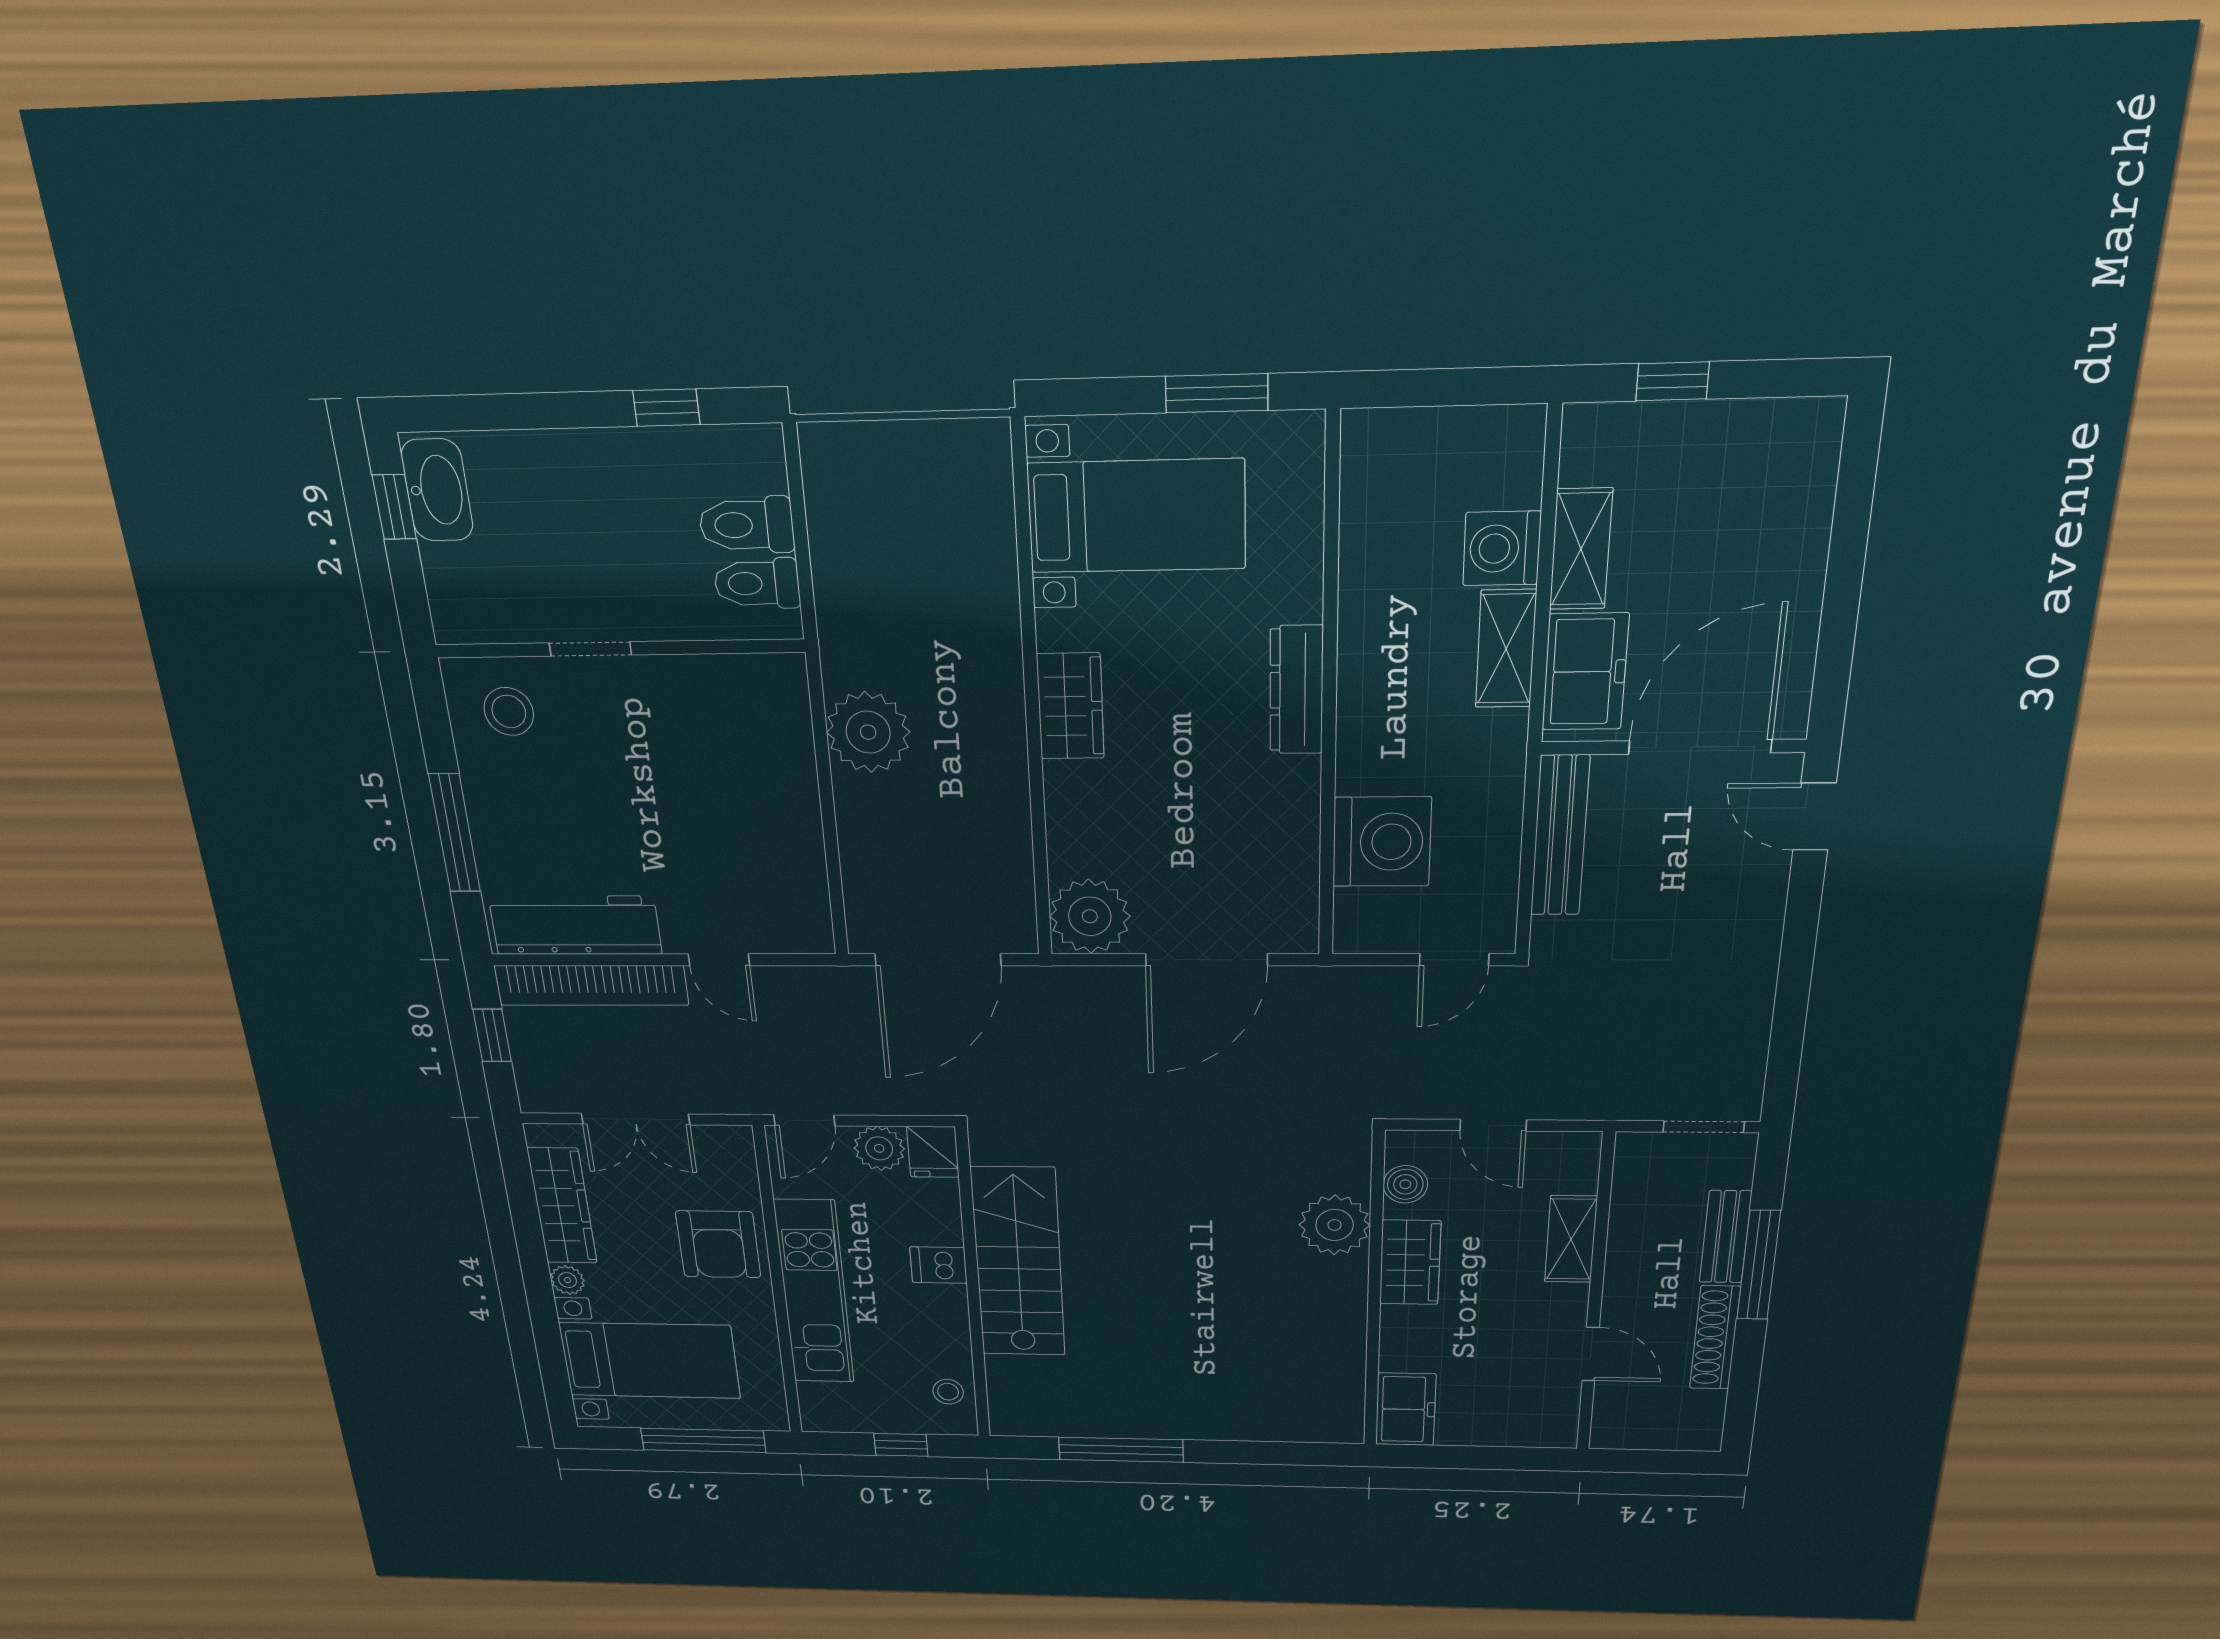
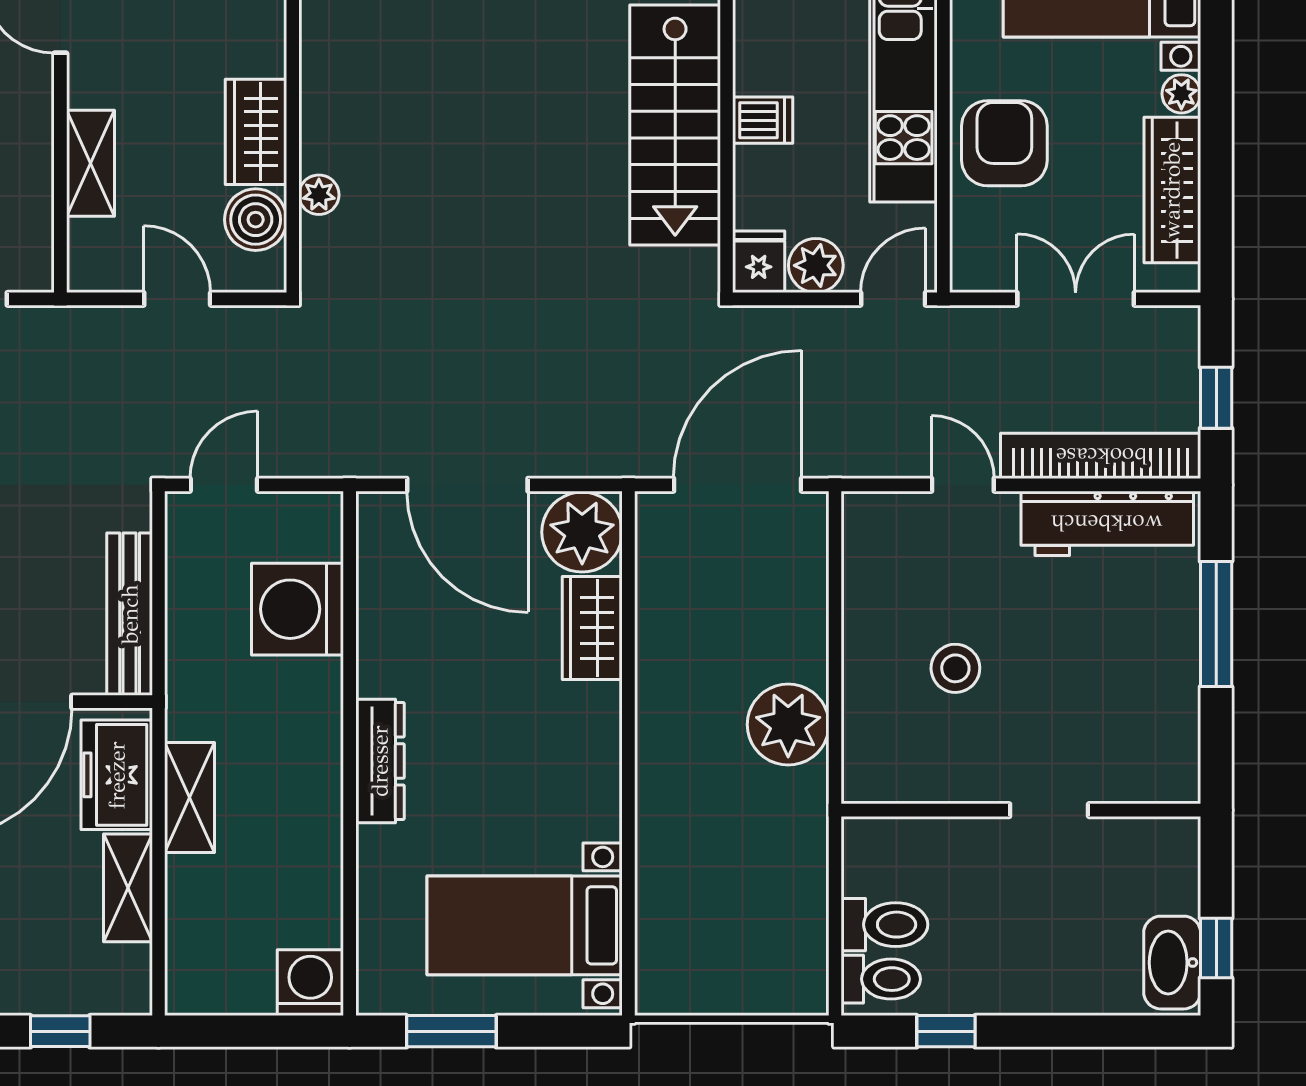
washing machine: (1502, 548) -> (310, 983), moved, turned -90
toilet: (757, 583) -> (881, 979), moved
wardrobe: (1070, 706) -> (592, 628), moved
stool: (509, 711) -> (955, 668), moved
door: (1206, 960) -> (467, 485), swing flipped
boiler: (1405, 1184) -> (256, 220), width x1.36, depth x1.36
plant: (1335, 1225) -> (319, 195), width x0.53, depth x0.53

